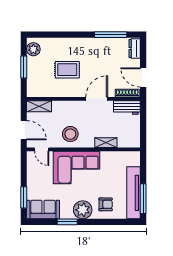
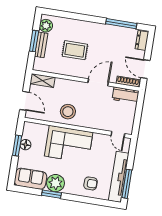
bench: (32, 70) -> (41, 45), added
shelving: (106, 143) -> (100, 125), removed
door: (42, 149) -> (118, 134), moved
floor lamp: (32, 175) -> (25, 145), added
window: (24, 197) -> (17, 146), moved
plant: (83, 210) -> (56, 183), moved

